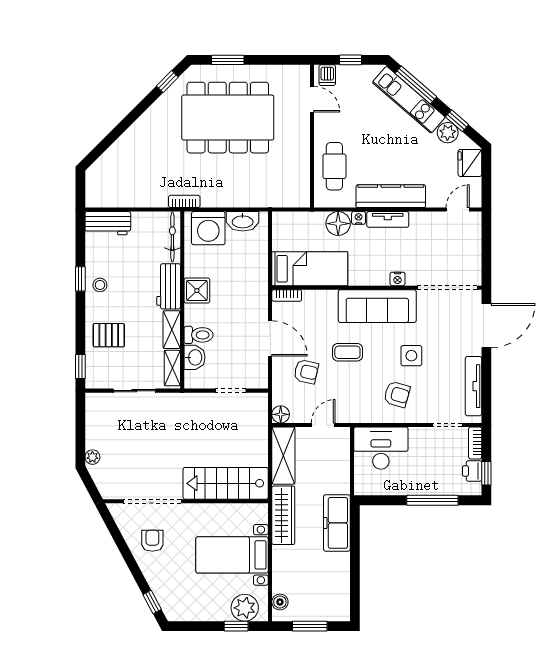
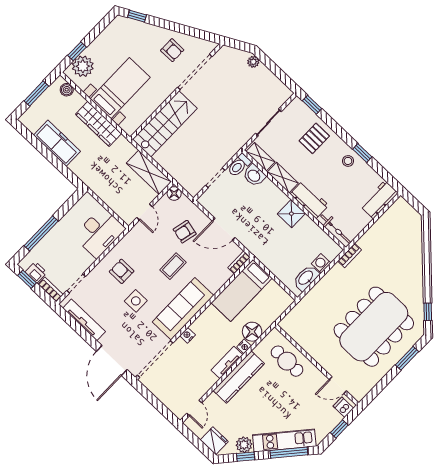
washing machine: (208, 228) -> (321, 263), width x0.53, depth x0.53
toilet: (199, 335) -> (239, 165), moved
armchair: (397, 394) -> (122, 271), turned 74
wardrobe: (283, 515) -> (98, 124), moved
freezer: (337, 523) -> (57, 143), moved

